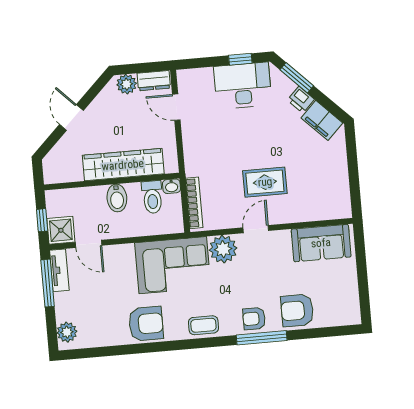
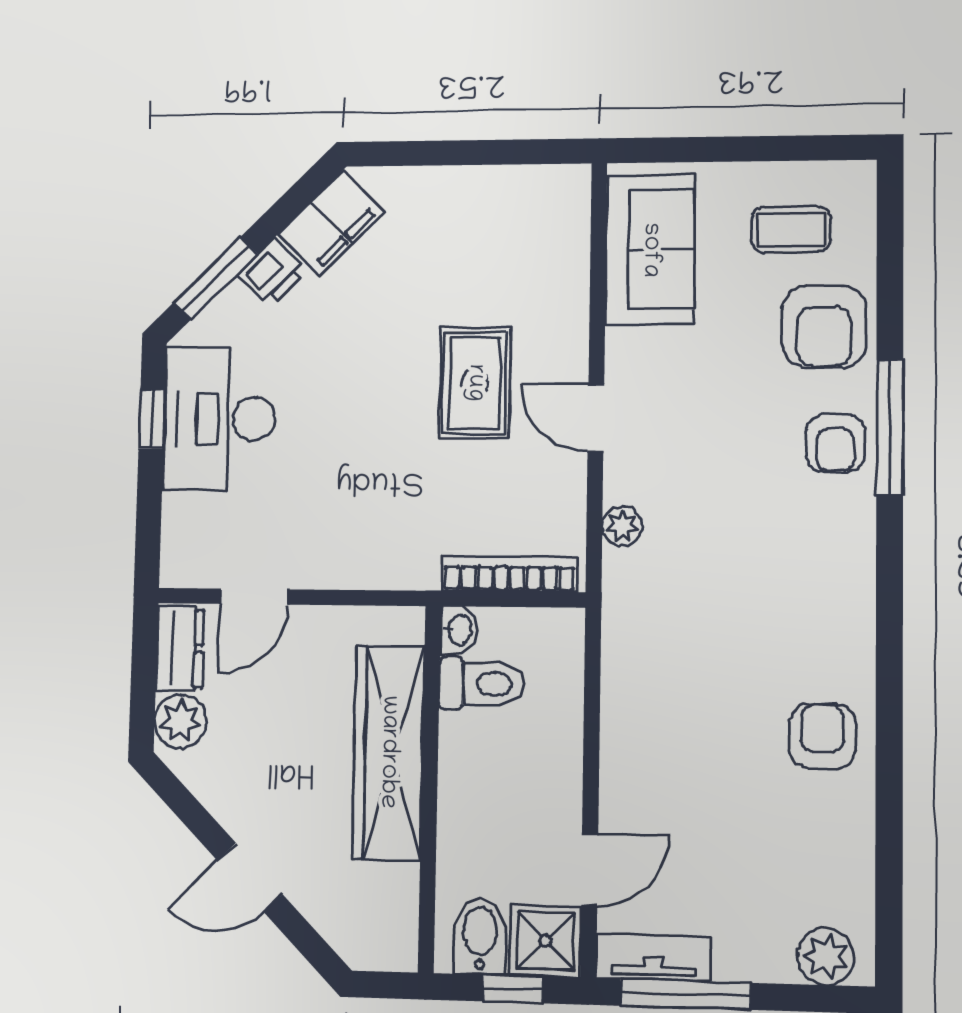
bidet: (117, 198) -> (480, 936), moved, turned -90
plant: (223, 249) -> (622, 526), width x0.53, depth x0.53
corner sofa: (173, 265) -> (670, 648), removed
armchair: (146, 324) -> (822, 736), width x0.72, depth x0.72
coffee table: (203, 325) -> (791, 229), moved, turned 90

